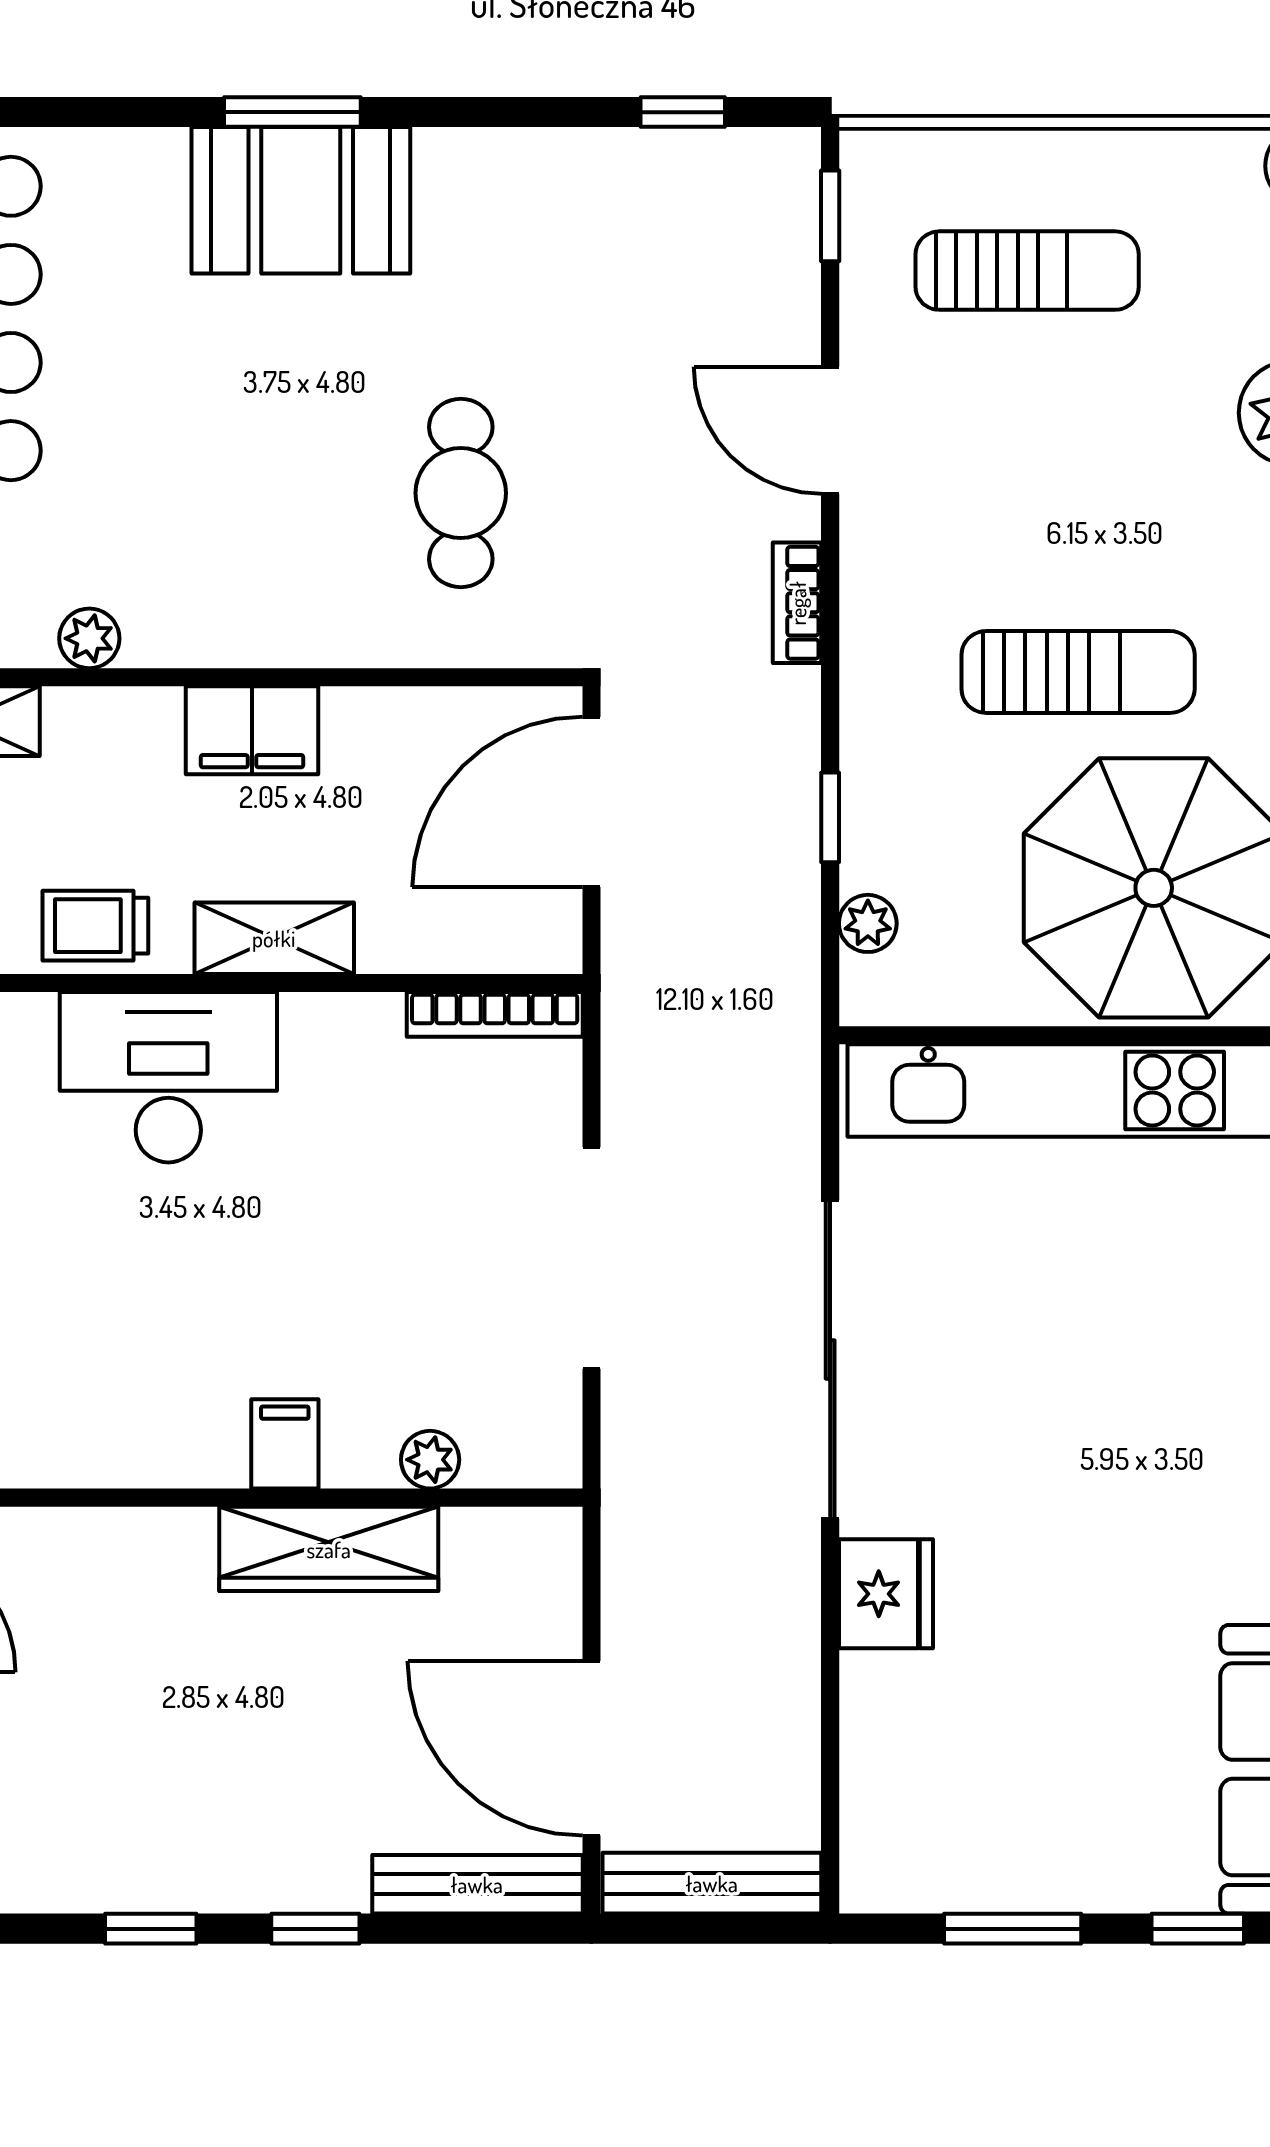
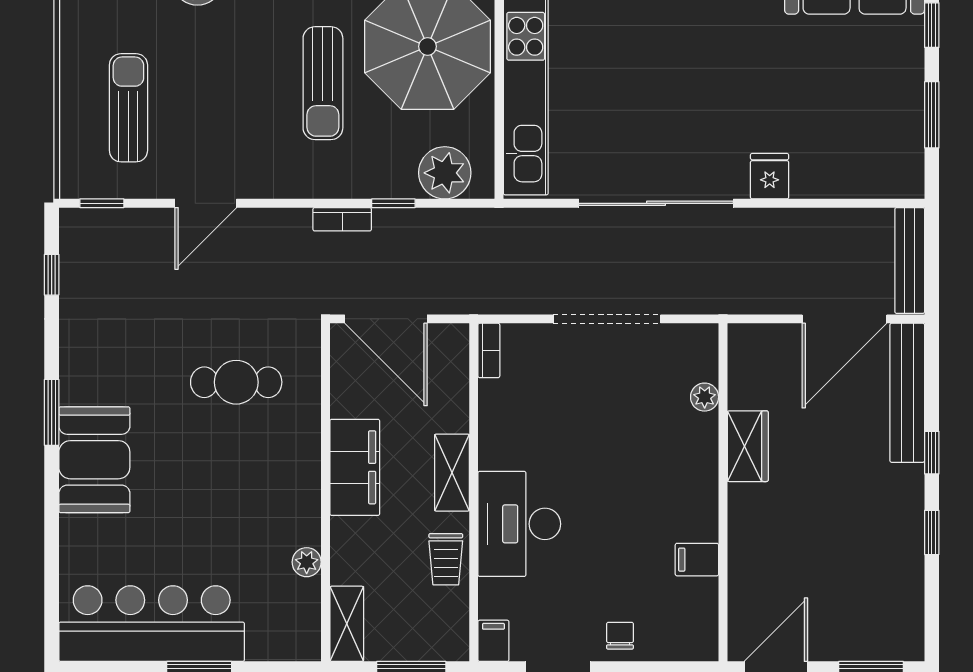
window: (292, 112) -> (52, 412), moved
bookcase: (797, 603) -> (342, 219), moved
sun lounger: (1078, 672) -> (323, 83), turned 180
filing cabinet: (252, 730) -> (355, 467), width x1.50, depth x1.17
plant: (868, 923) -> (445, 173), width x1.87, depth x1.87
bookcase: (495, 1014) -> (489, 350), width x0.64
filing cabinet: (285, 1444) -> (697, 560), moved
wardrobe: (329, 1549) -> (748, 446), width x0.67
fridge: (886, 1594) -> (770, 176), width x0.72
bench: (477, 1884) -> (907, 393), width x1.37, depth x1.21

